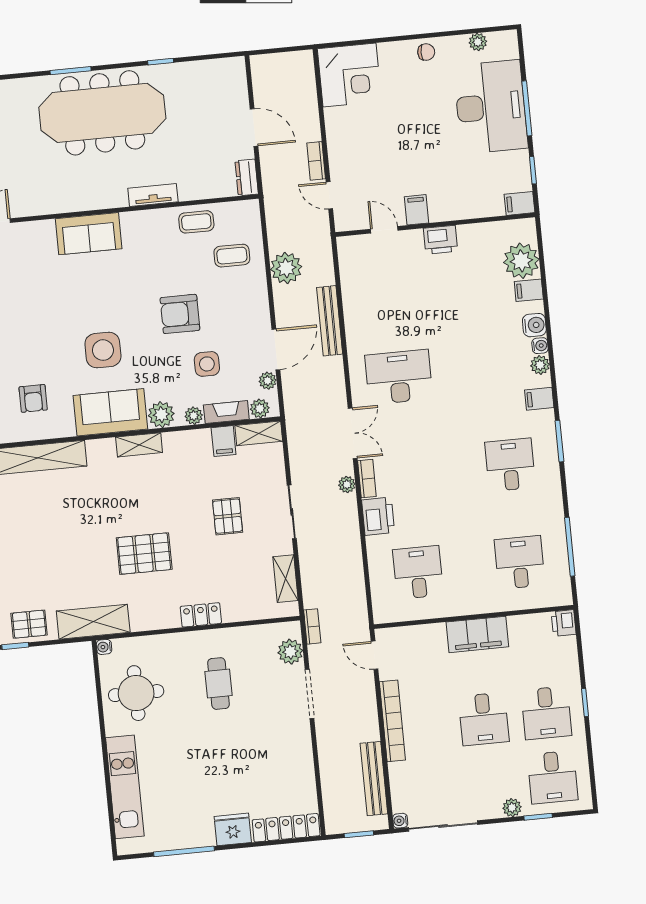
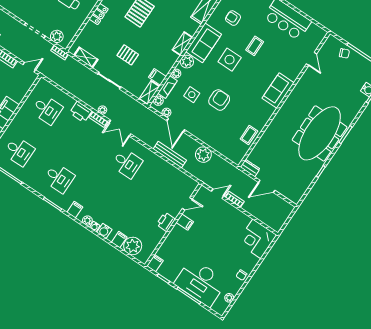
tv unit: (153, 195) -> (273, 127), removed
coffee table: (232, 256) -> (255, 46), moved
desk: (399, 377) -> (127, 163), width x0.73

